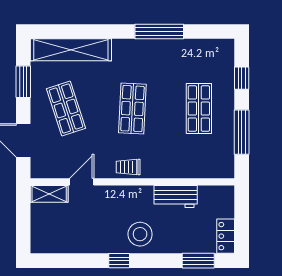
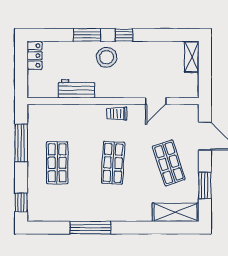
shelving: (71, 50) -> (176, 212), width x0.68
window: (242, 78) -> (21, 202), moved
trolley: (128, 167) -> (117, 114), turned 180
shelving: (49, 194) -> (192, 57), moved, turned 90
window: (198, 261) -> (87, 35), moved

